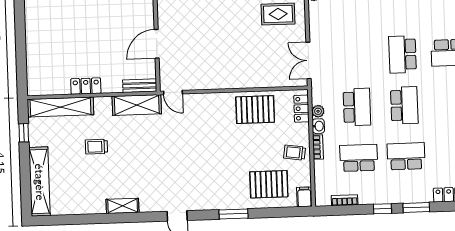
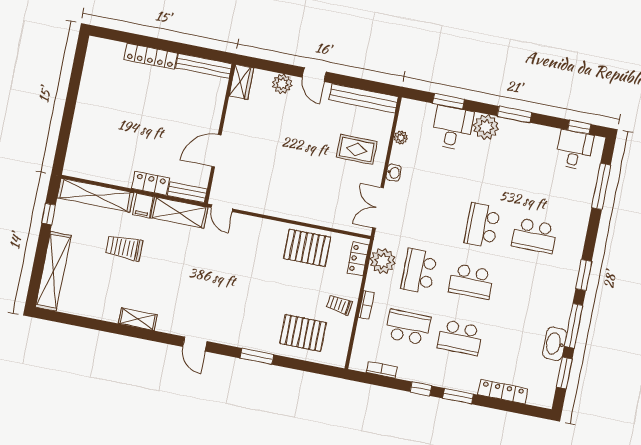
locker: (86, 86) -> (150, 183), moved
school desk: (404, 105) -> (471, 281), turned 90
school desk: (357, 107) -> (419, 271), turned 180
plant: (318, 111) -> (383, 261), width x1.87, depth x1.87
washbasin: (318, 126) -> (394, 173), moved
trolley: (96, 147) -> (124, 248), width x1.36, depth x1.39
school desk: (406, 156) -> (460, 338), turned 180
filing cabinet: (304, 197) -> (143, 206), moved, turned 180

